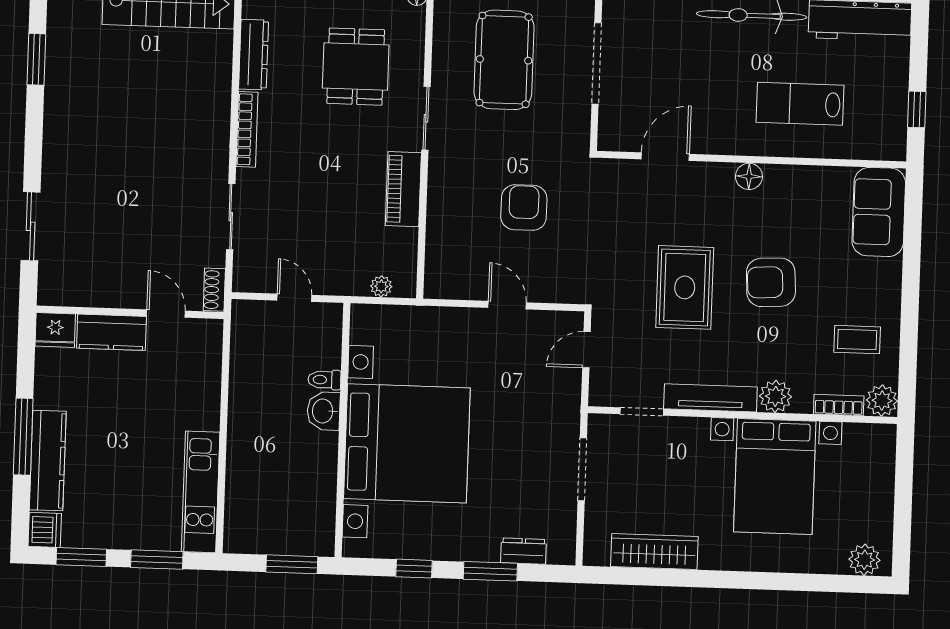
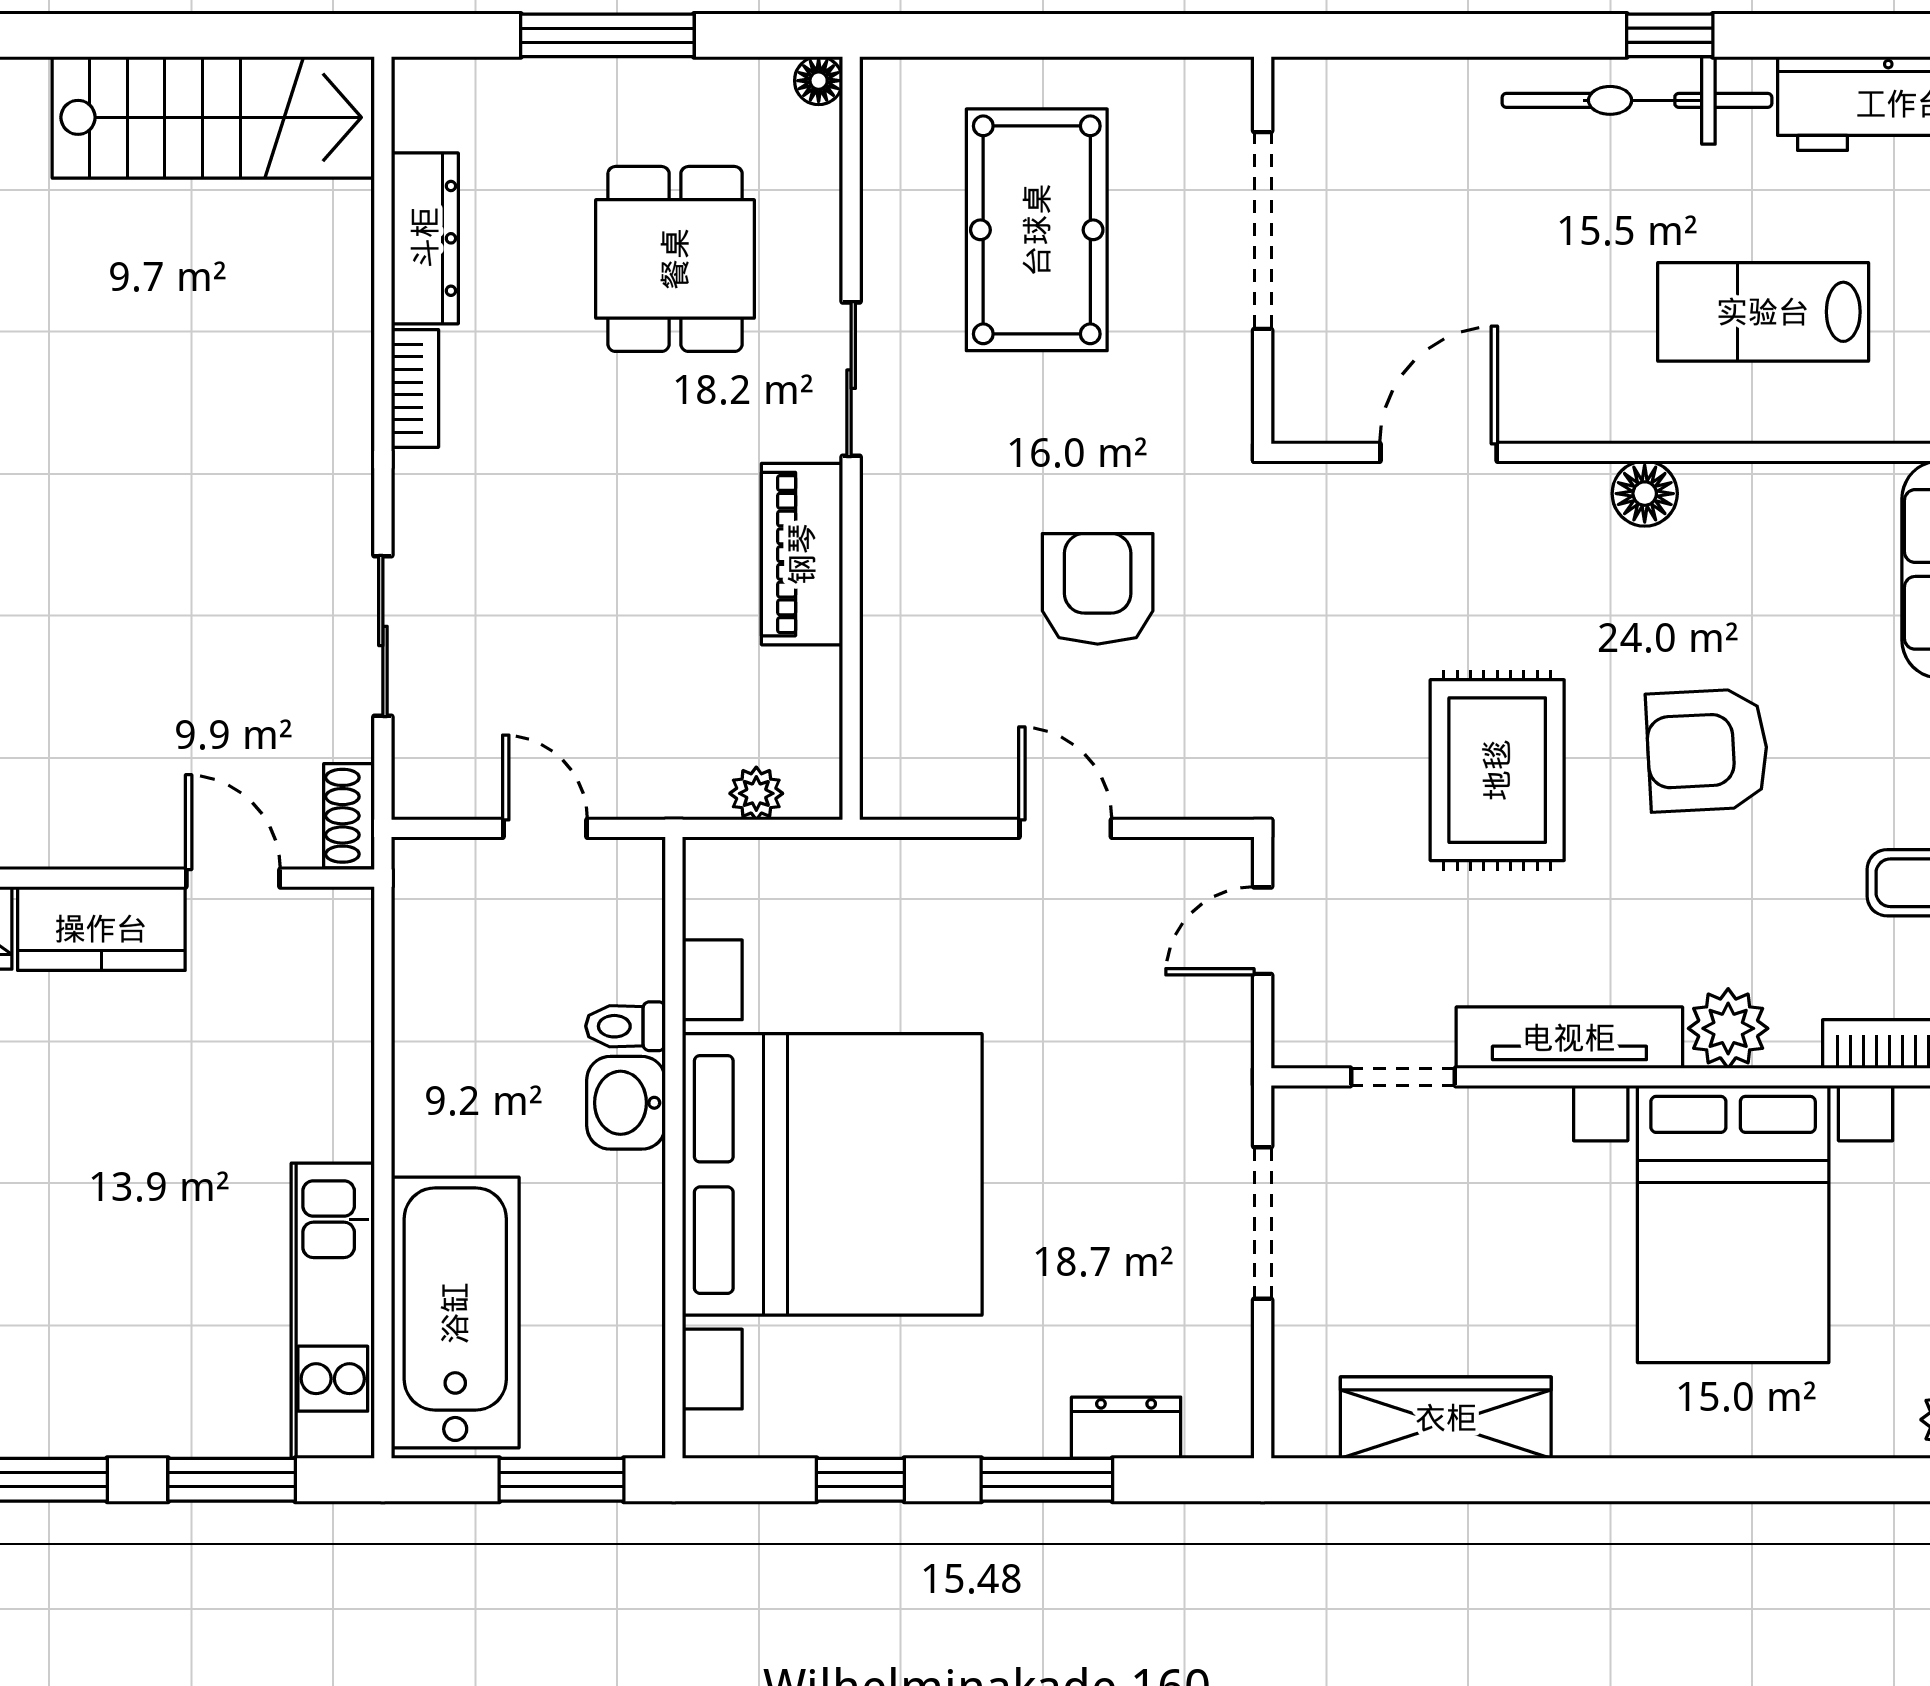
bookcase: (247, 129) -> (415, 388), width x0.64
bathtub: (251, 494) -> (455, 1313), added

